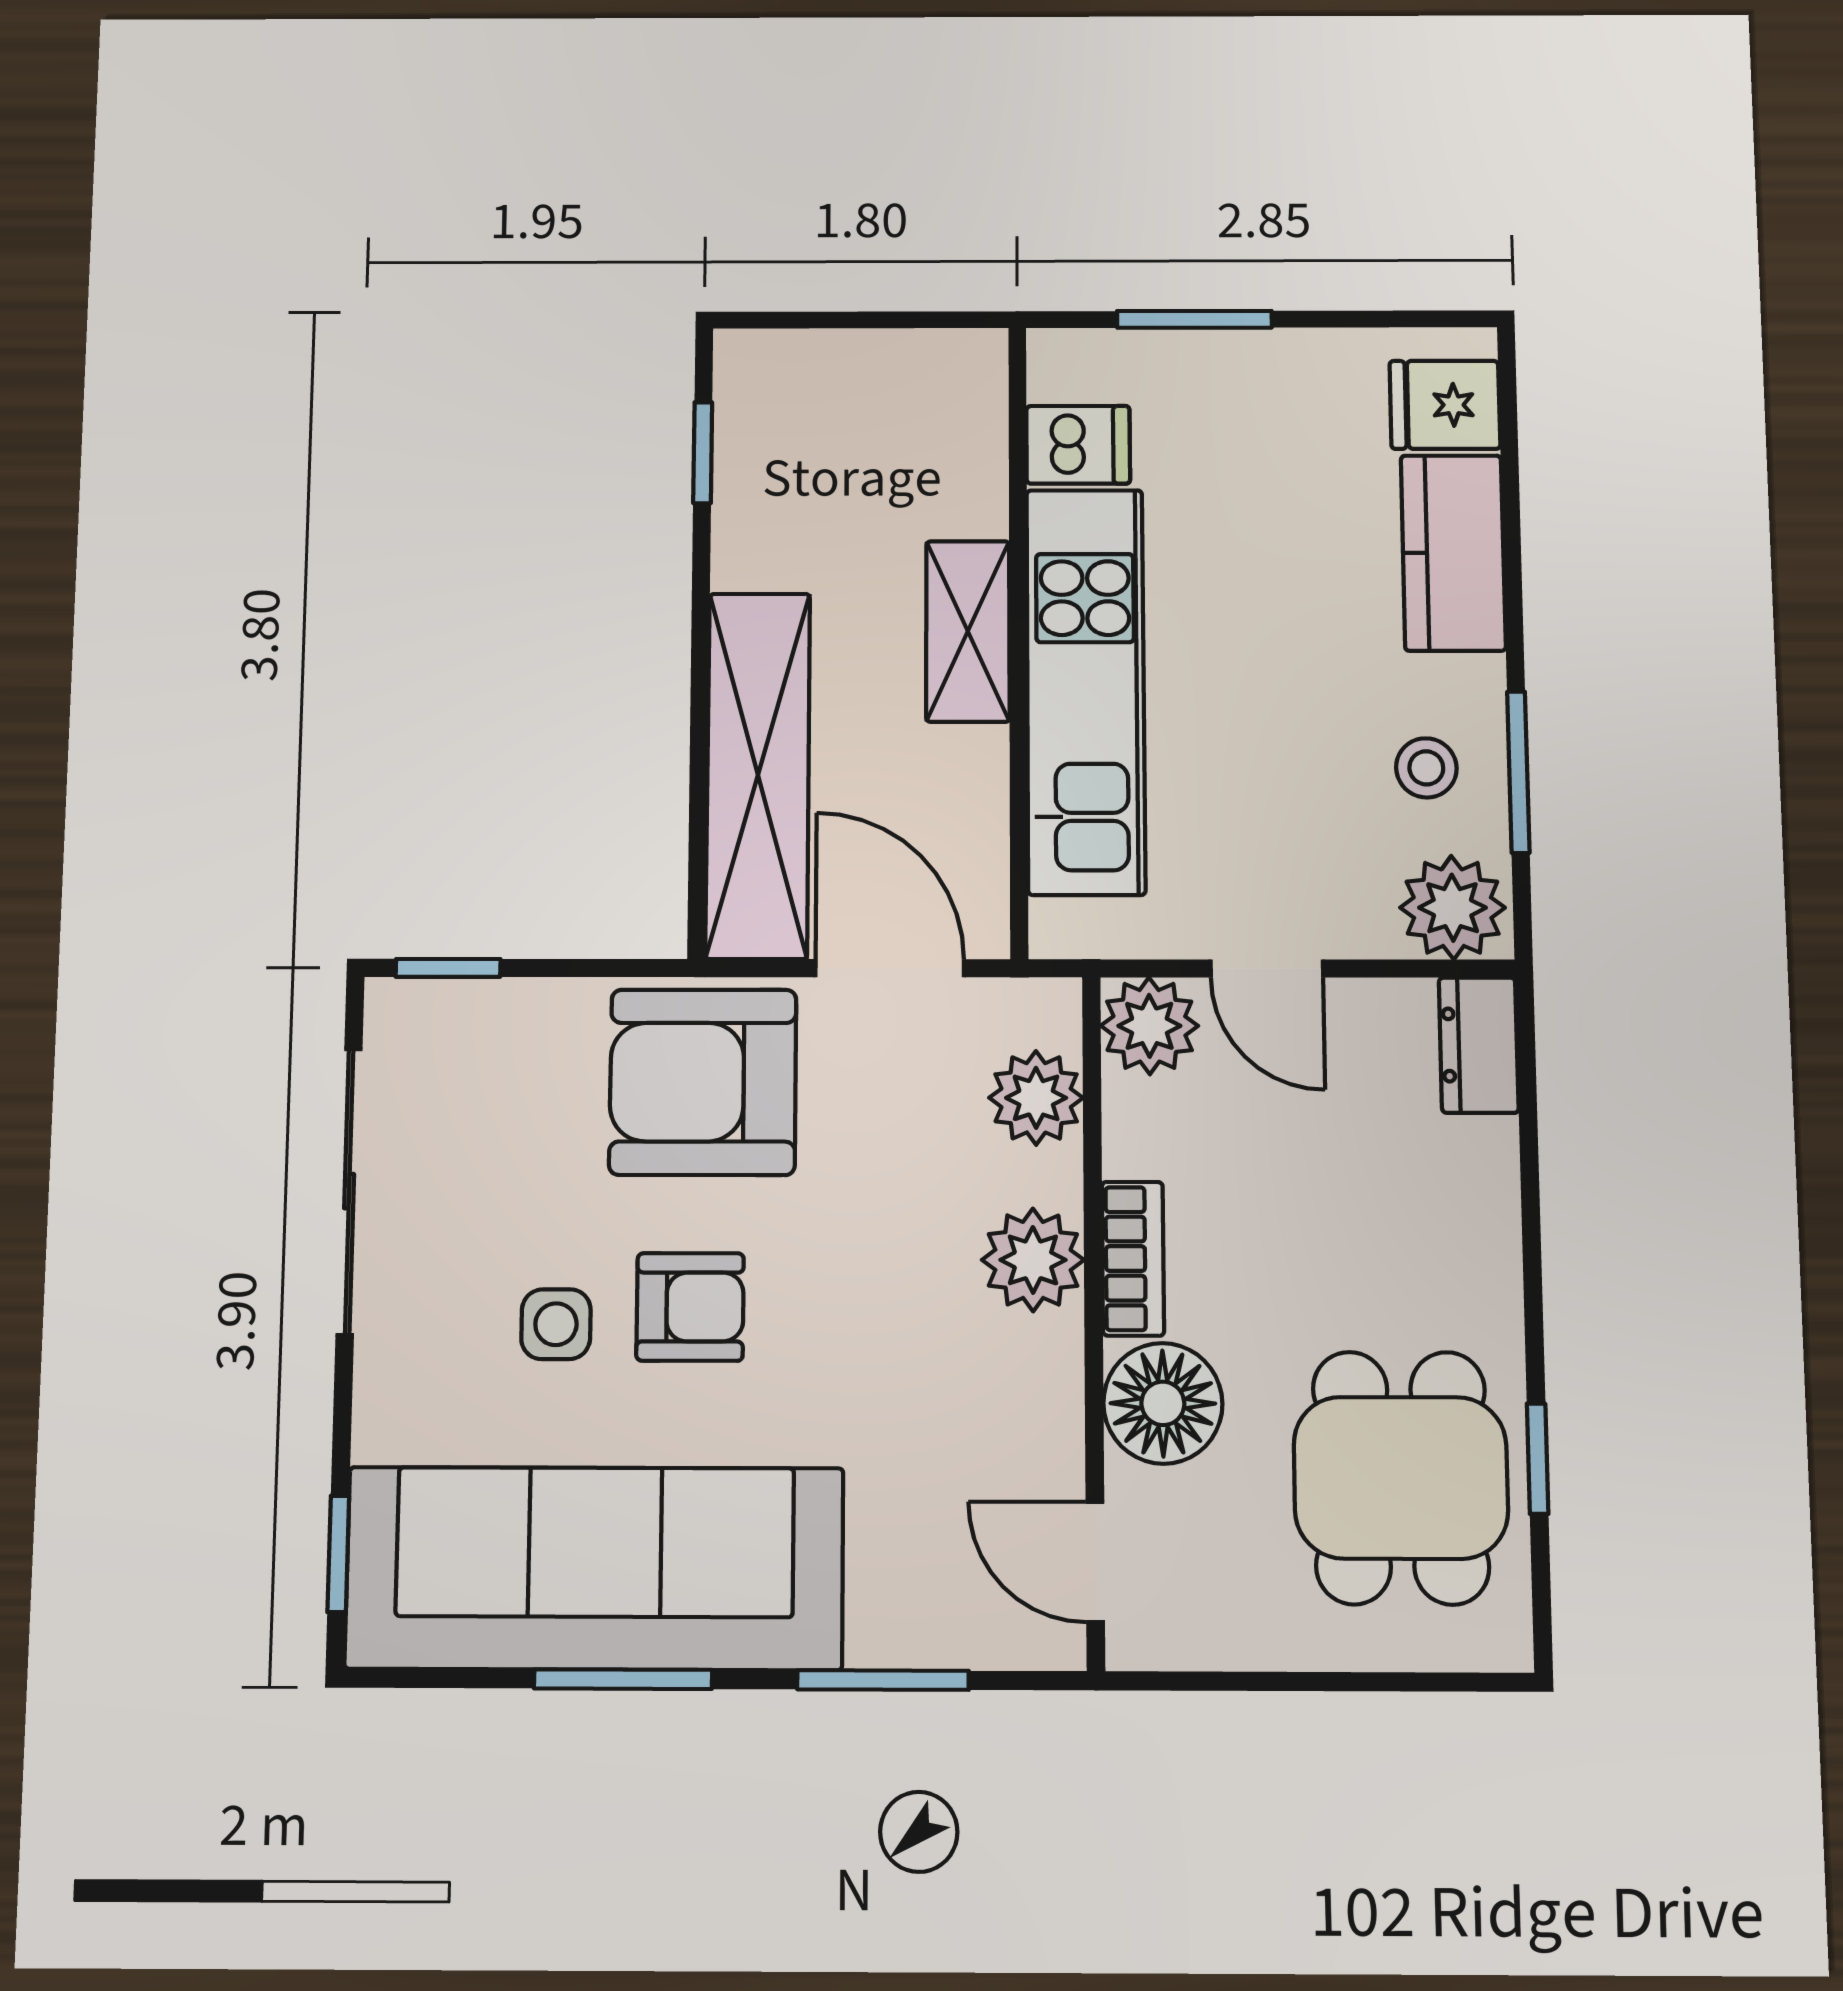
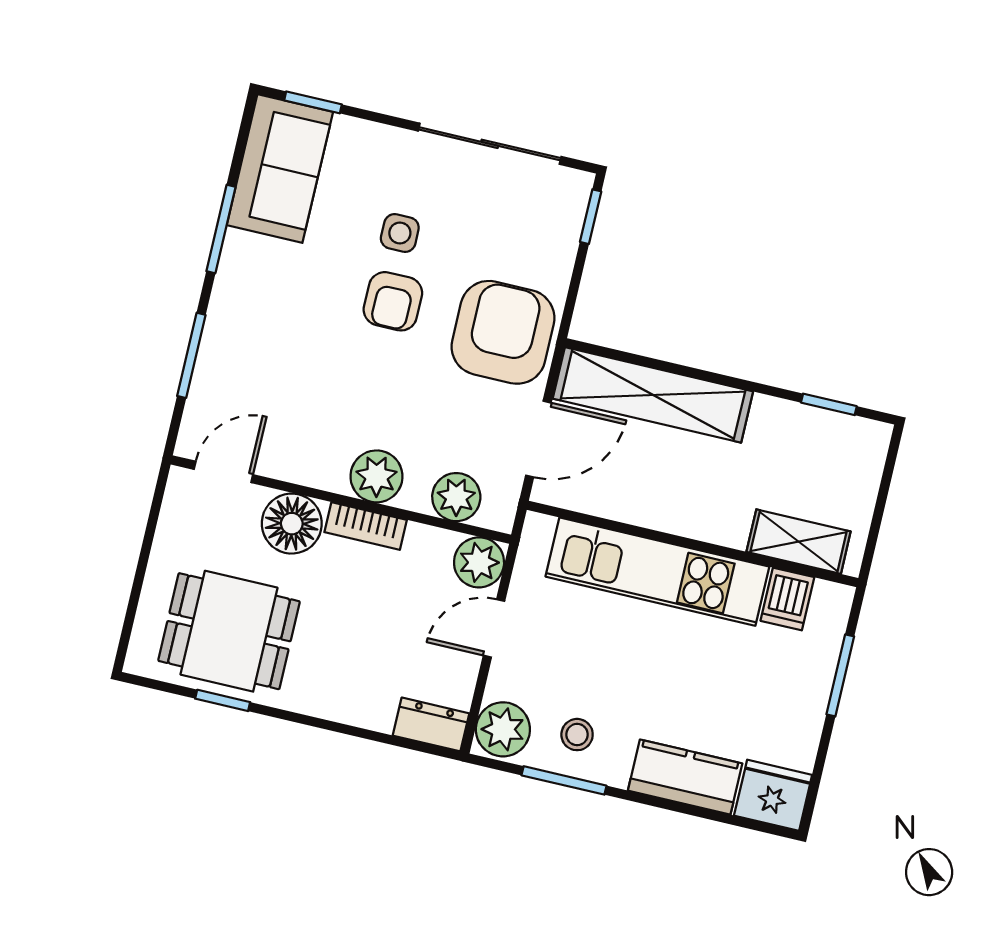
fridge: (1445, 405) -> (773, 795), width x1.38
shelving: (968, 631) -> (799, 542), moved
sofa: (595, 1568) -> (280, 169), width x0.54, depth x0.79

